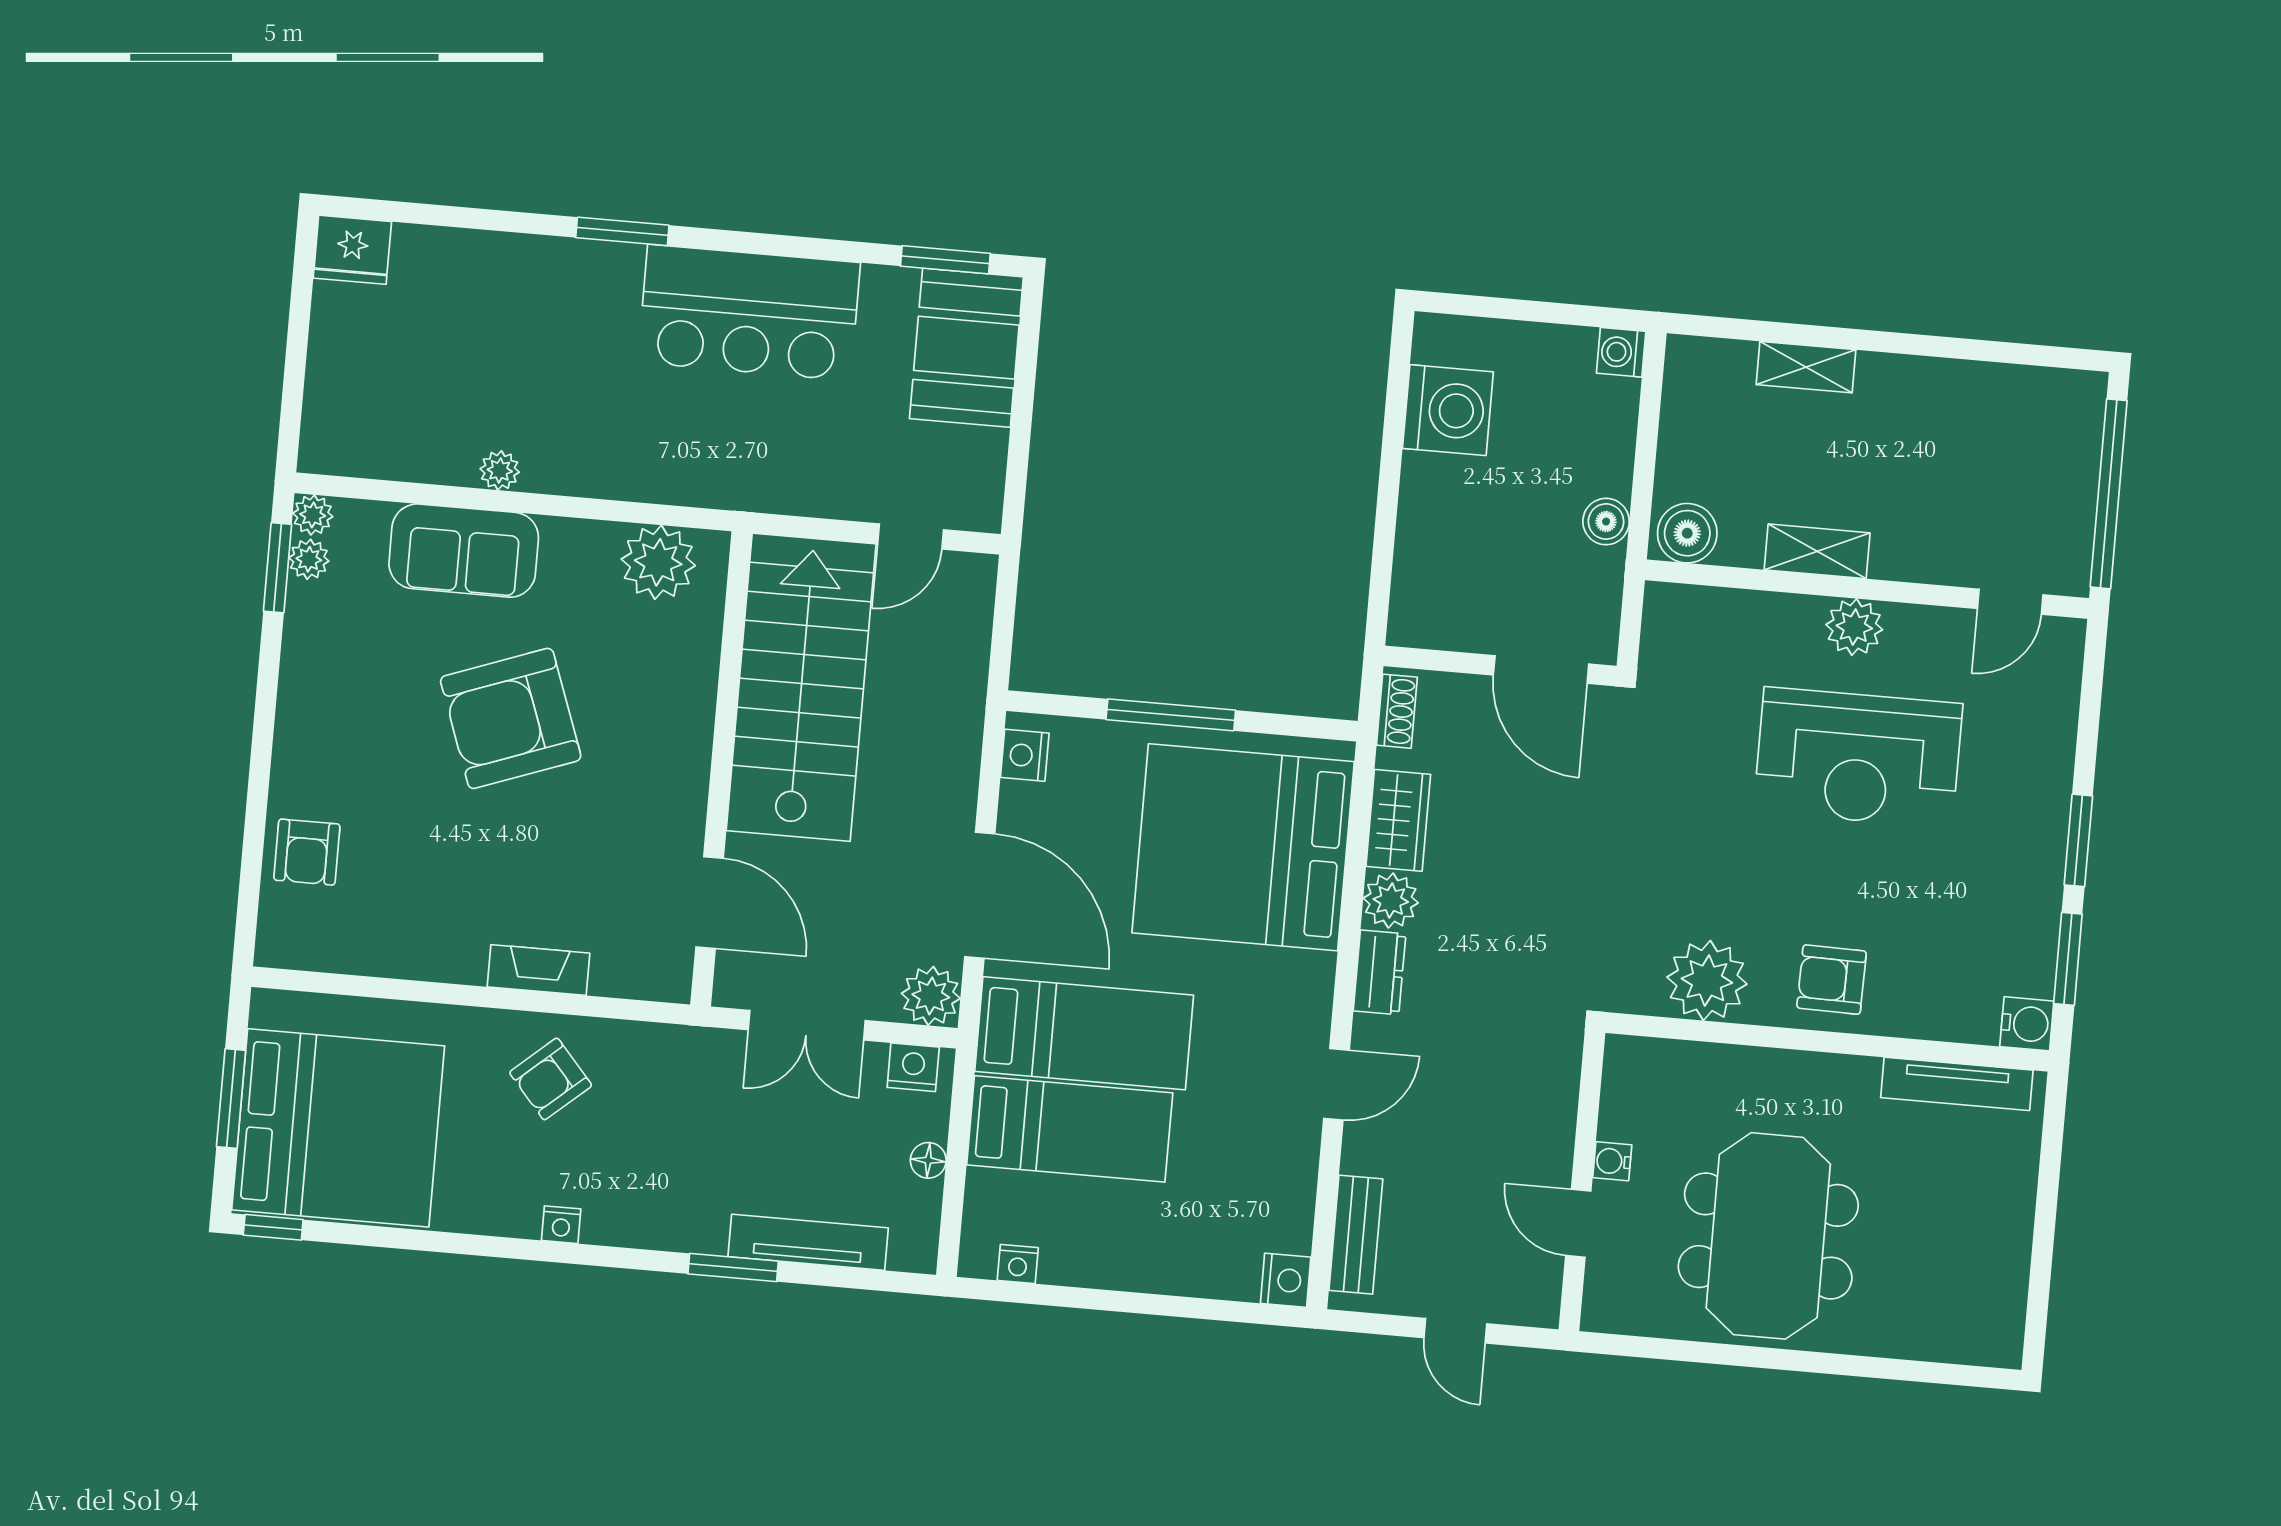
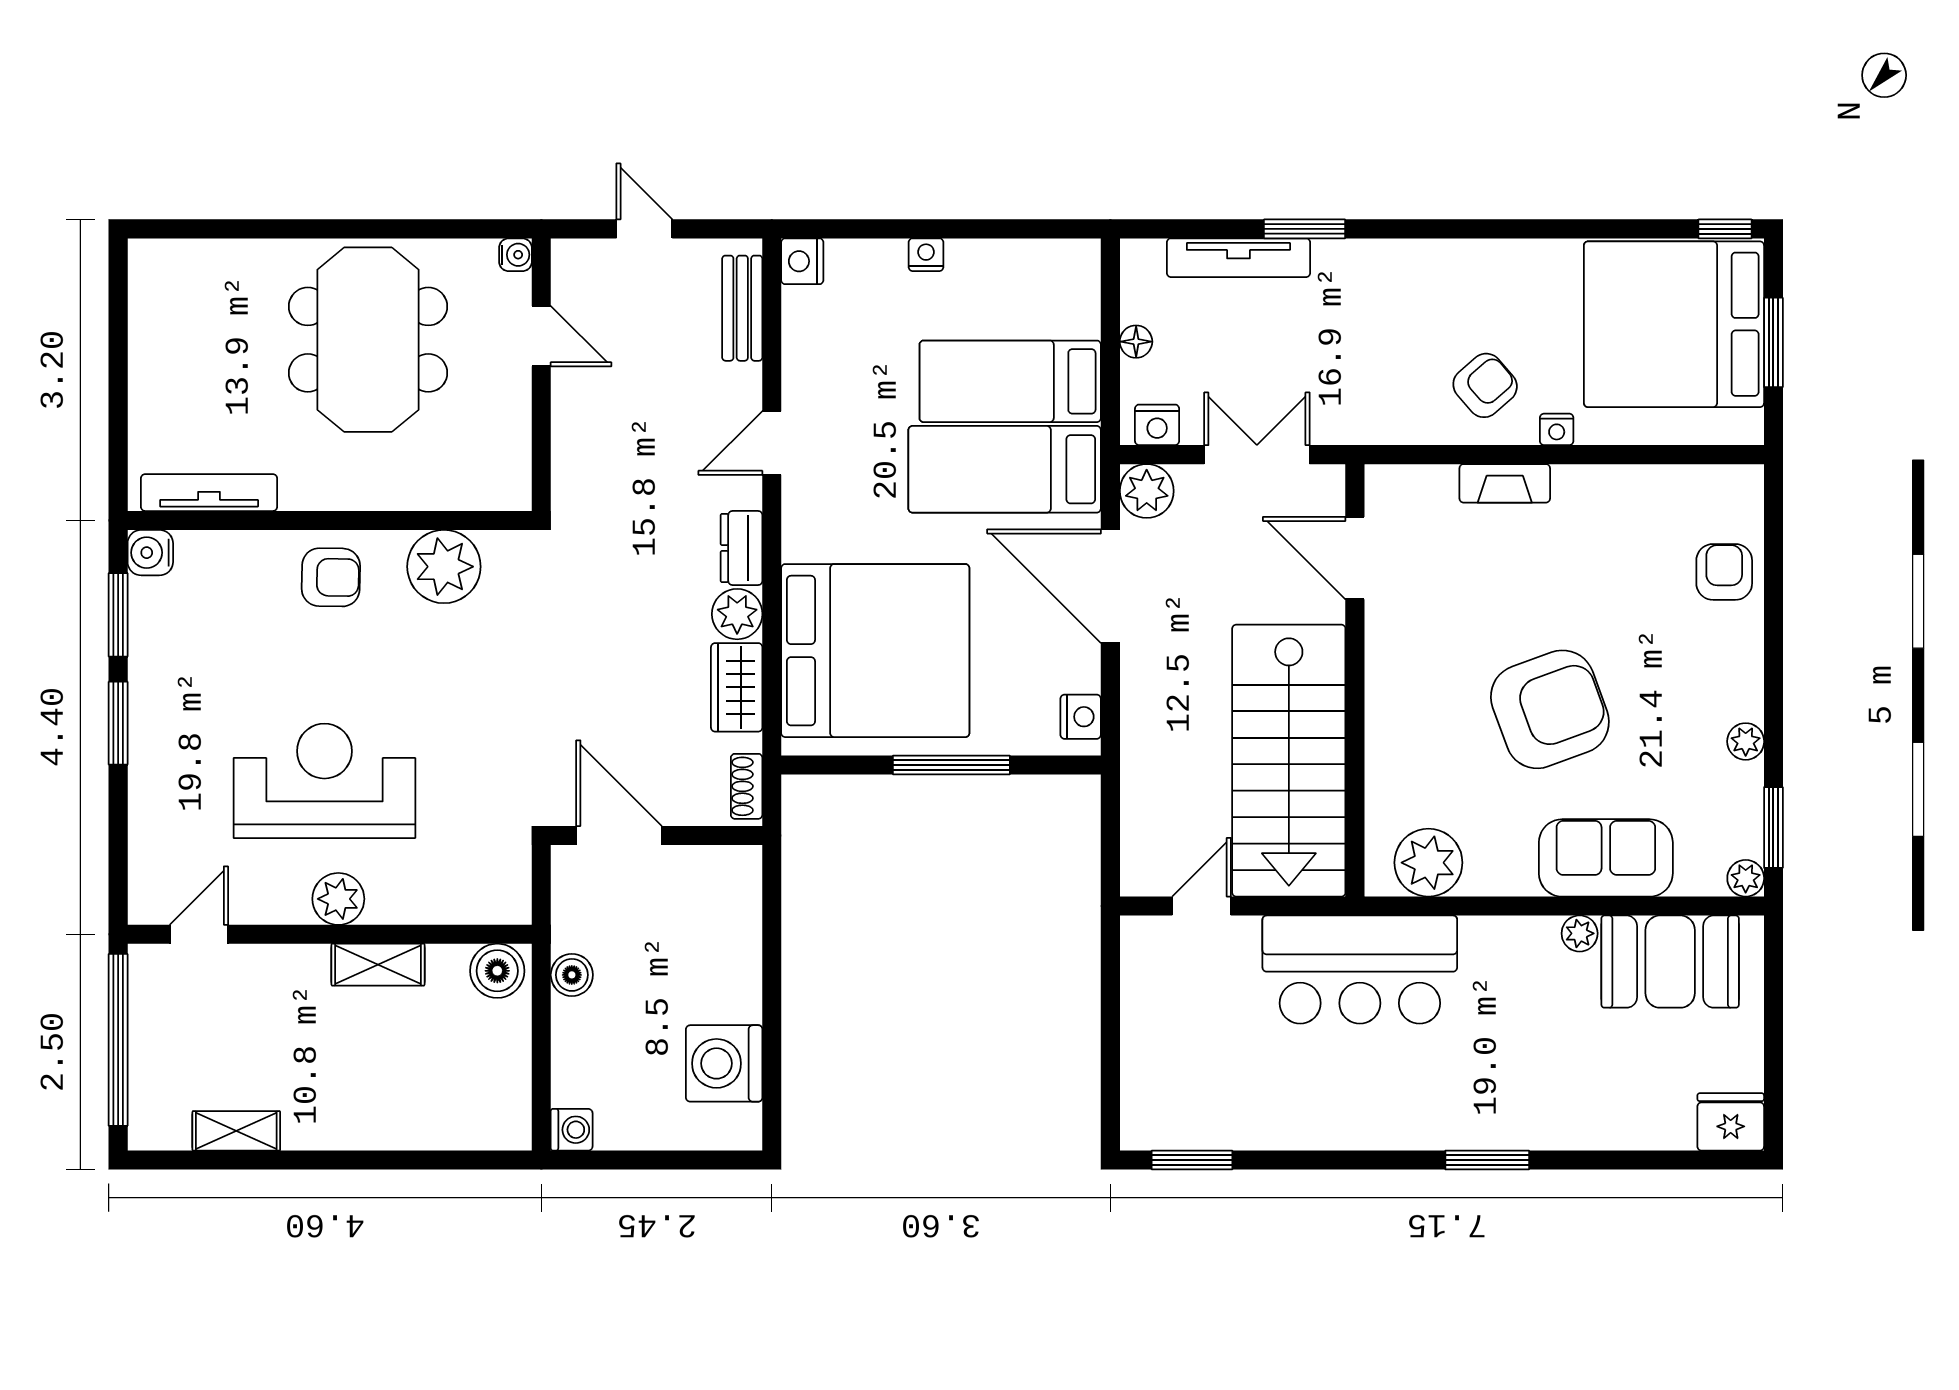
bar counter: (749, 313) -> (1360, 970), moved, turned 180
booth: (966, 348) -> (1670, 962), moved, turned 90
shelving: (1806, 367) -> (236, 1131), moved
plant: (309, 559) -> (1746, 741), moved
water cooler: (1612, 1161) -> (515, 255), moved
nightstand: (561, 1225) -> (1557, 429), moved, turned 180
nightstand: (1018, 1264) -> (926, 255), moved

